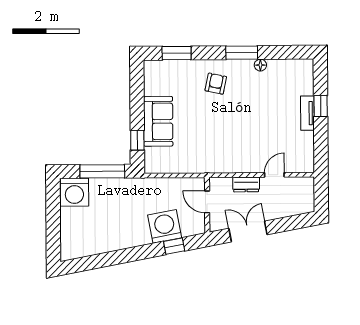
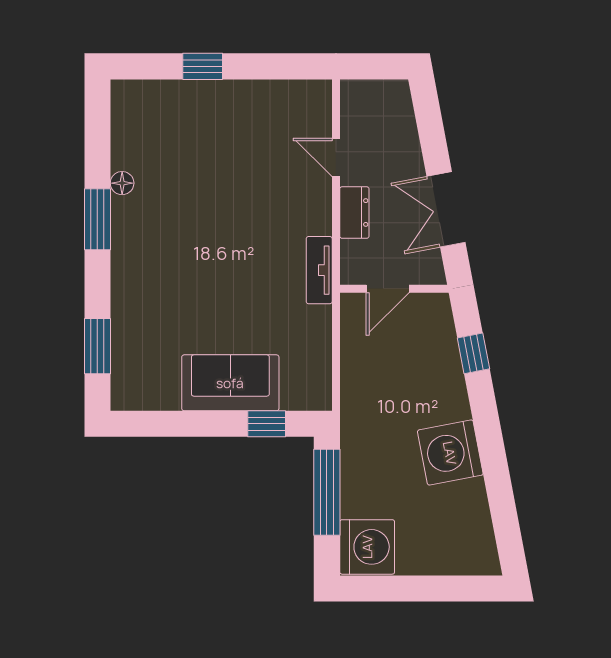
armchair: (216, 84) -> (158, 270), removed
tv unit: (307, 113) -> (319, 270), moved, turned 90
washing machine: (165, 226) -> (450, 453), moved

